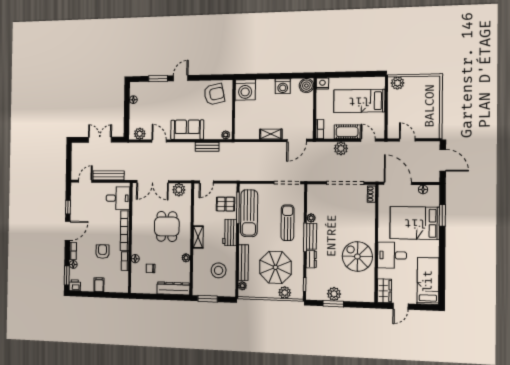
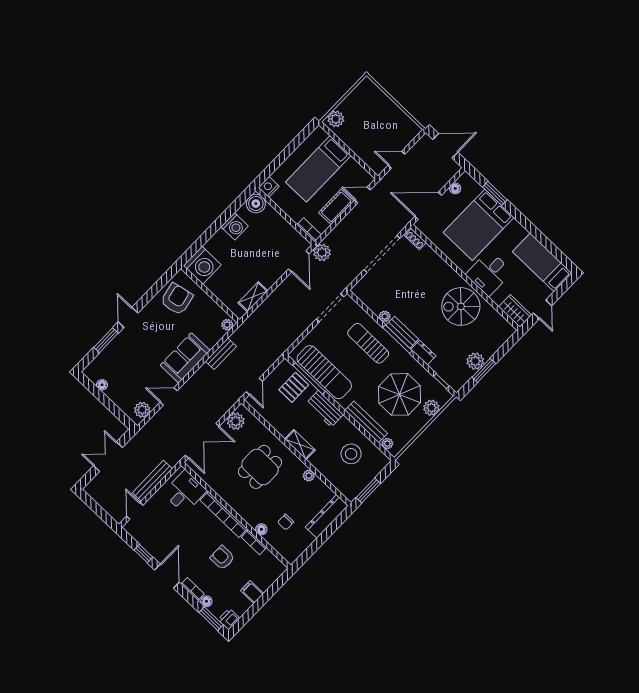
shelving: (271, 134) -> (253, 297), moved
plant: (341, 148) -> (322, 252), moved
dining table: (167, 226) -> (260, 467), turned 90

